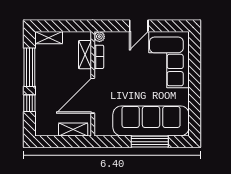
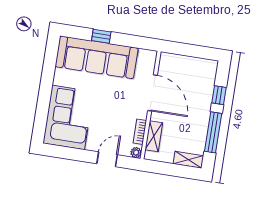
door: (139, 26) -> (107, 159), moved
door: (93, 96) -> (152, 93), hinge flipped
shelving: (73, 130) -> (178, 61), removed
window: (150, 142) -> (101, 36), width x0.46

